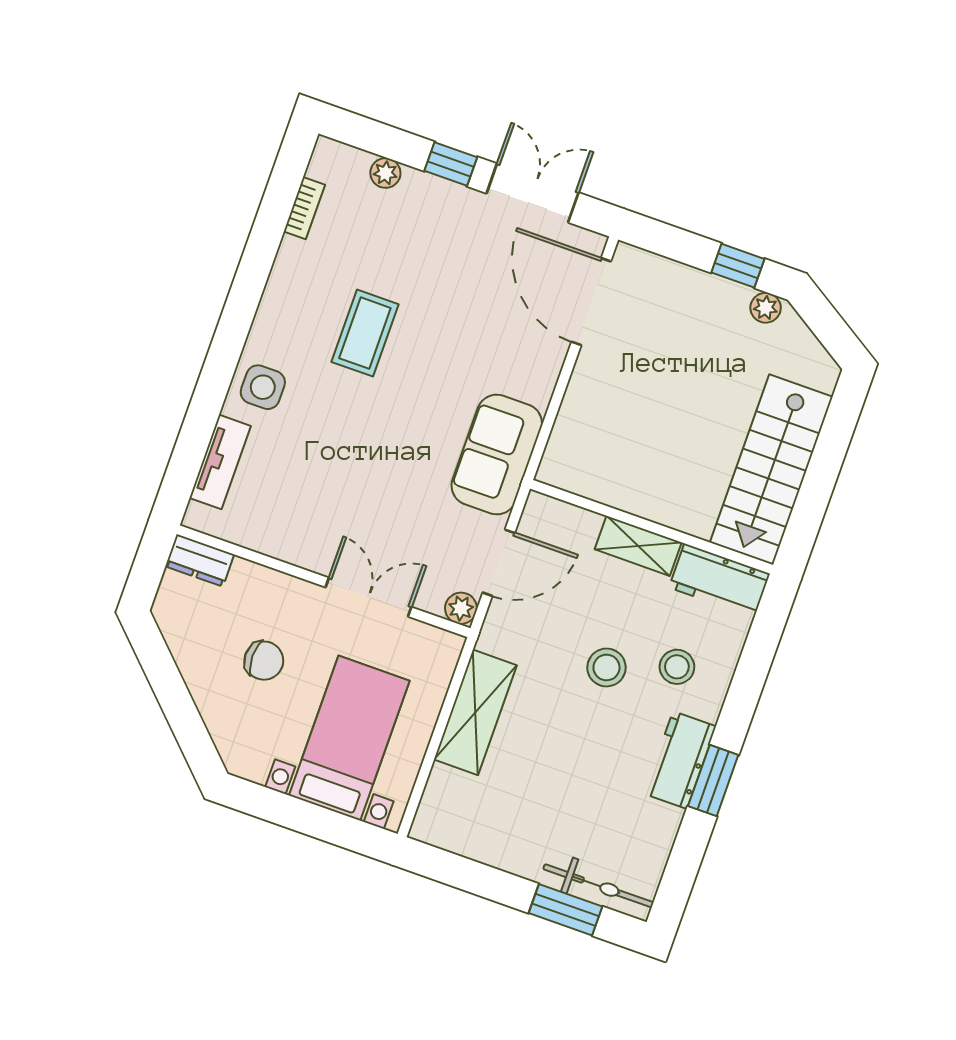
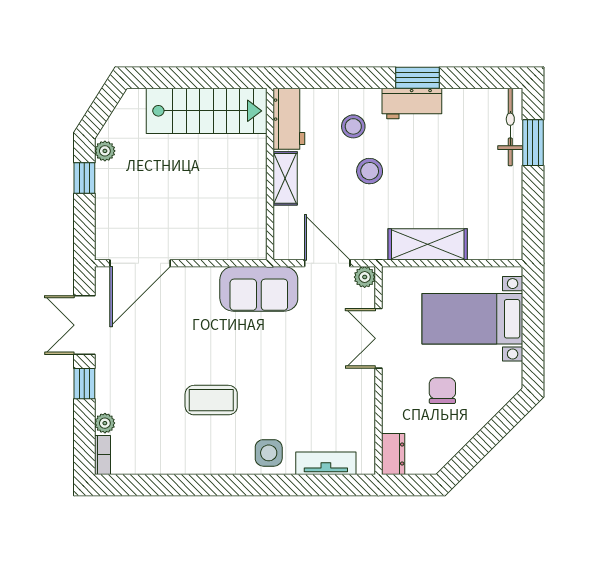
bookcase: (304, 208) -> (103, 455), moved, turned 90

